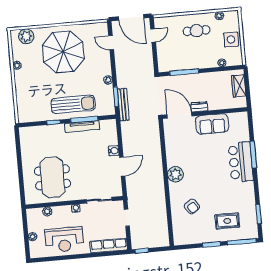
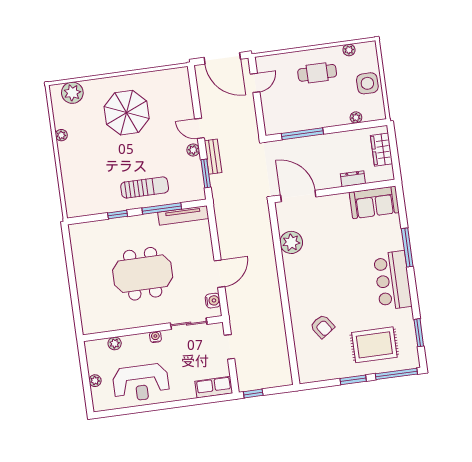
door: (111, 43) -> (200, 128), moved
parasol: (63, 52) -> (127, 113), width x0.73, depth x0.73
sun lounger: (73, 104) -> (145, 187), width x0.73, depth x0.75
bench: (123, 105) -> (213, 157), moved, width x0.73
dresser: (199, 107) -> (353, 179), moved
sofa: (212, 124) -> (374, 202), moved
tv unit: (82, 127) -> (183, 215), moved
water cooler: (114, 151) -> (213, 301), moved
bar counter: (241, 162) -> (393, 280), moved
plant: (175, 174) -> (291, 242), moved
meeting table: (52, 177) -> (143, 274), moved, turned 90
rug: (227, 221) -> (374, 345), width x1.36, depth x1.43
row of seats: (109, 246) -> (214, 387), width x0.68

